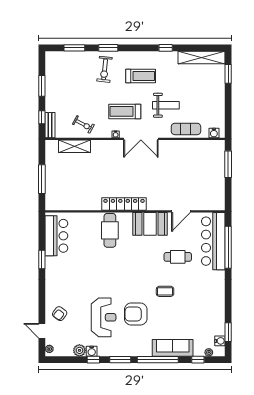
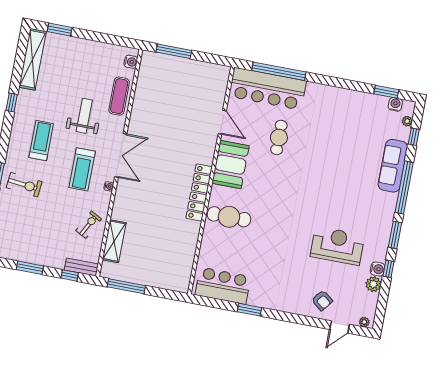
window: (42, 179) -> (126, 286), moved
coffee table: (165, 291) -> (319, 162), removed
armchair: (136, 314) -> (341, 204), removed

